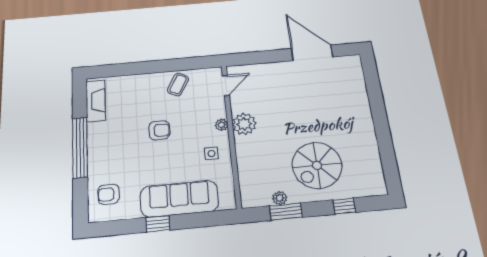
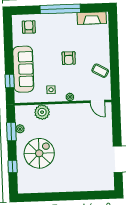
plant: (244, 124) -> (42, 112), moved
spiral stairs: (317, 165) -> (39, 153), turned 90
window: (158, 224) -> (10, 81), moved

